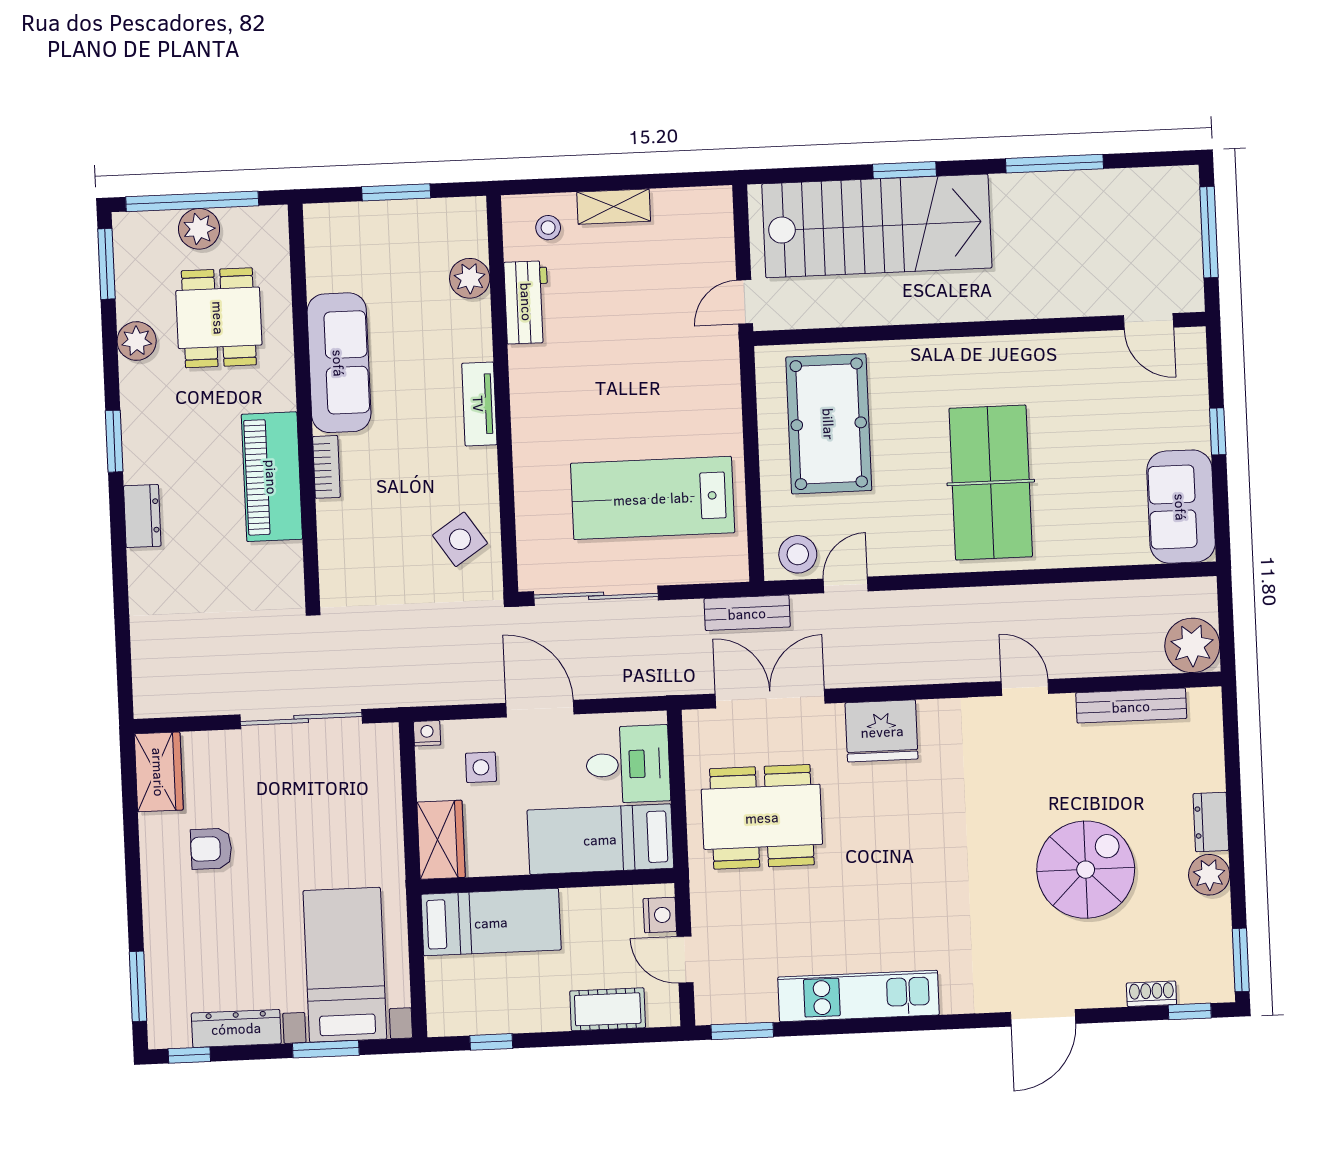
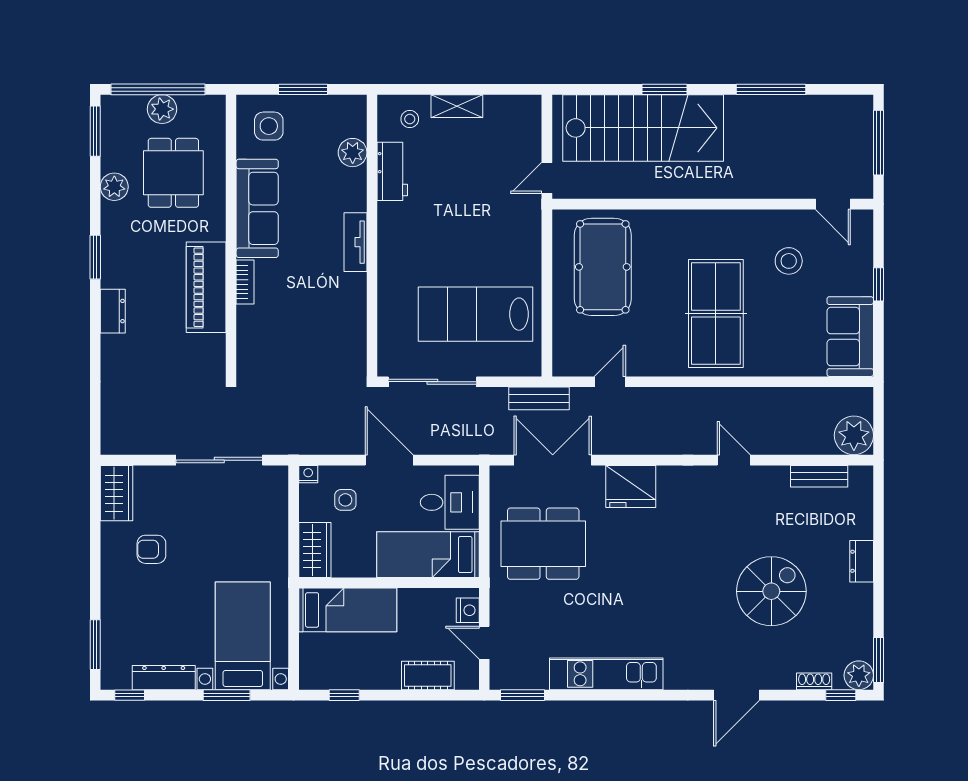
side table: (460, 539) -> (269, 126), moved, turned 34
stool: (798, 554) -> (789, 261), moved
bench: (1131, 706) -> (819, 476), width x0.73
plant: (1209, 875) -> (859, 675), moved

